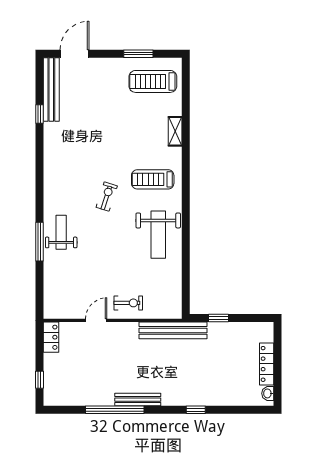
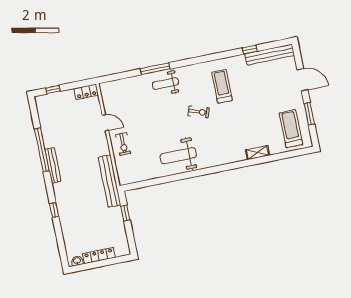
door: (75, 54) -> (302, 80), moved
treadmill: (153, 179) -> (222, 86), moved
weight bench: (61, 232) -> (165, 83), turned 180

